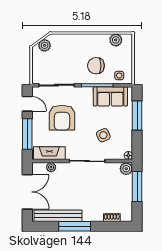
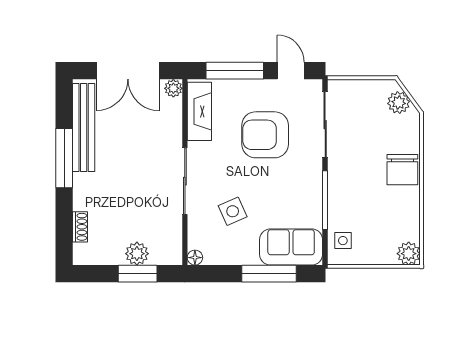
plant: (116, 40) -> (409, 254), moved
chair: (96, 66) -> (402, 170), moved, turned 180
sofa: (110, 96) -> (291, 247), moved, turned 90
door: (27, 104) -> (291, 71), swing flipped
plant: (51, 167) -> (173, 88), moved
plant: (126, 169) -> (137, 254), moved
window: (137, 187) -> (138, 274), width x0.69

